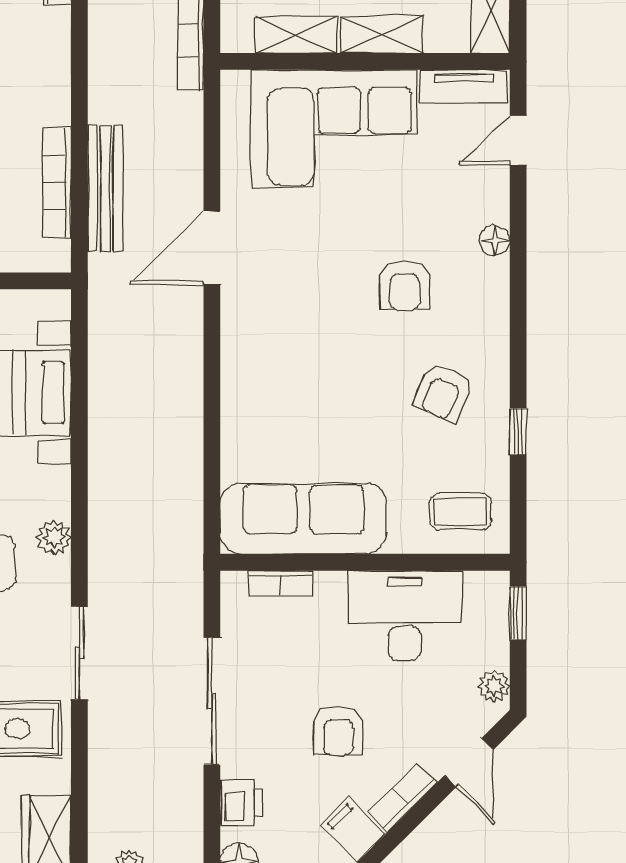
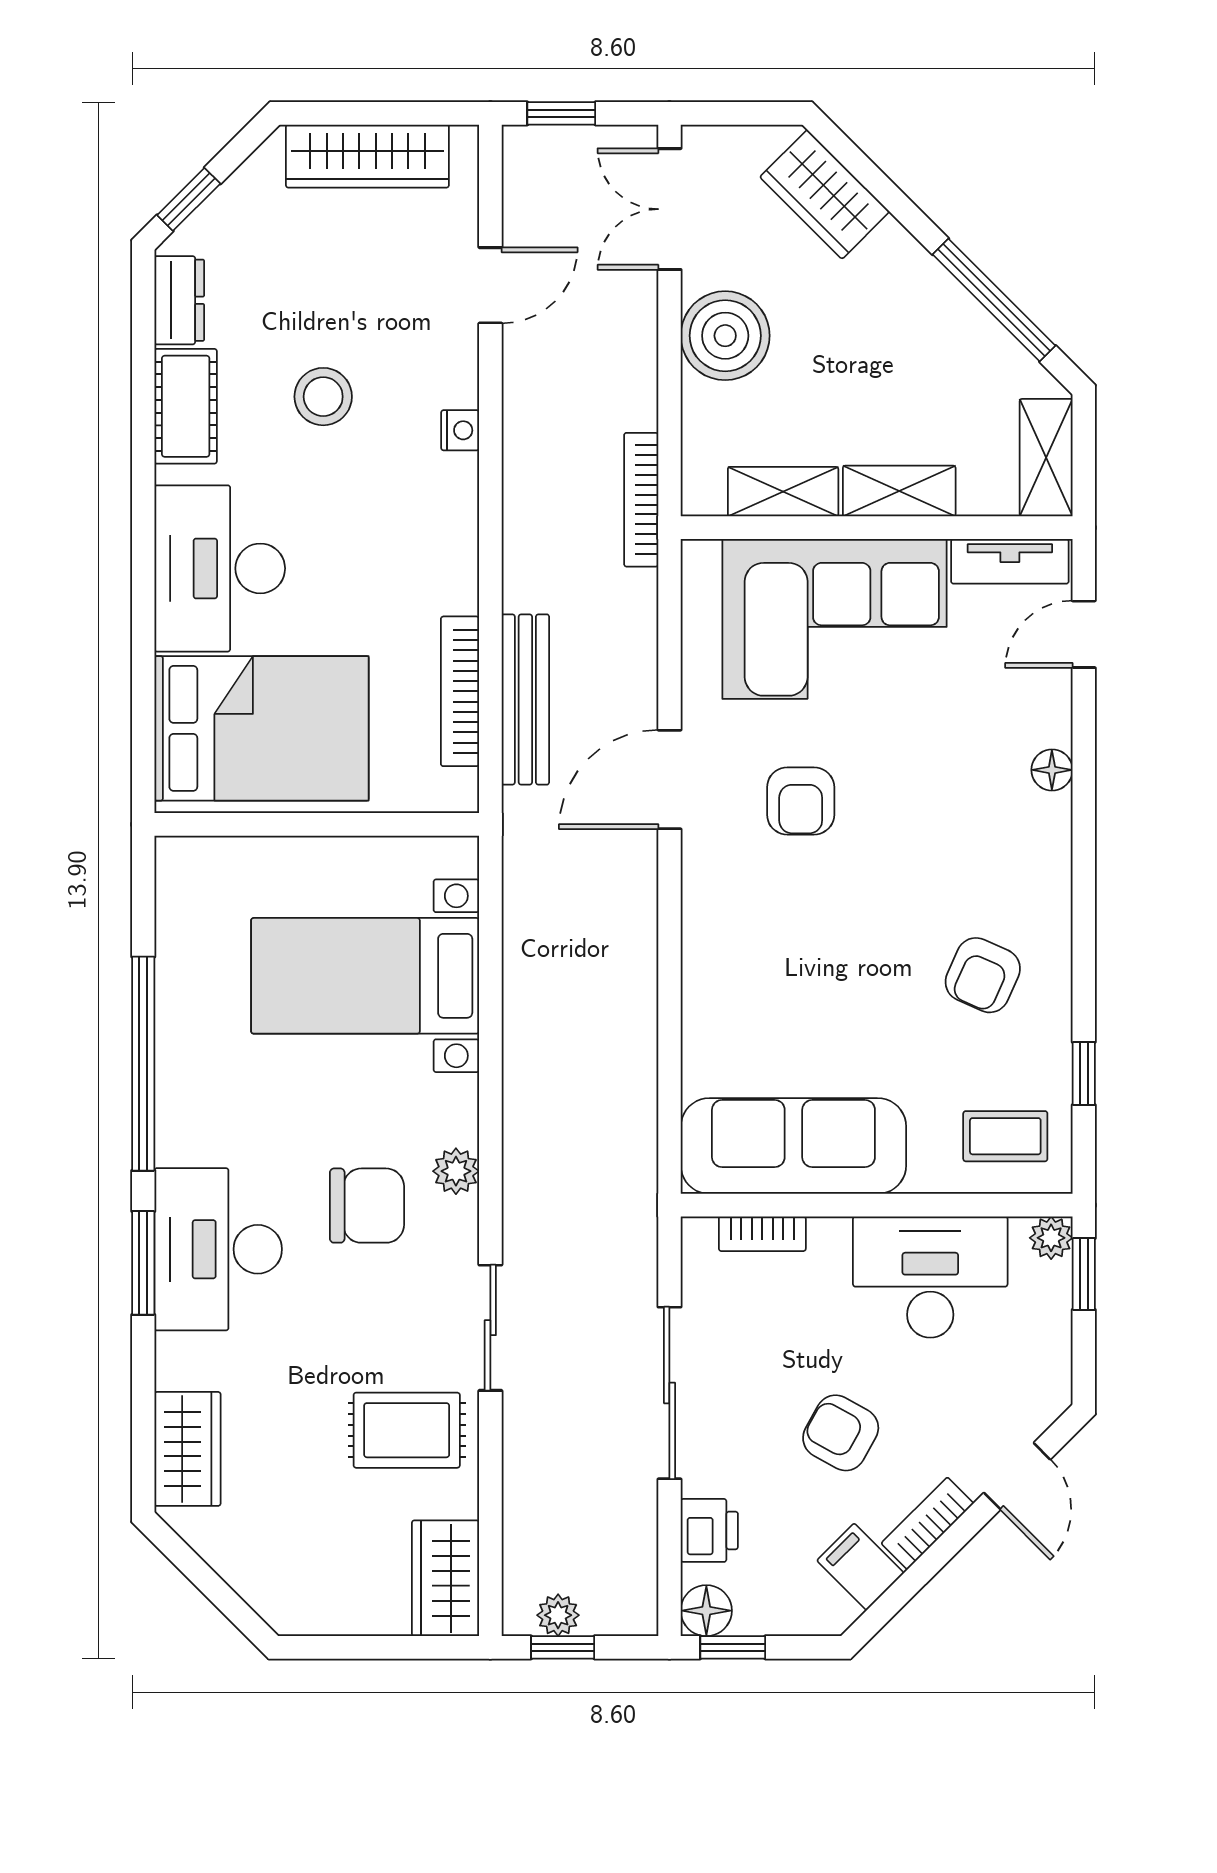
armchair: (405, 285) -> (801, 801), moved
window: (518, 431) -> (1084, 1074), moved
plant: (494, 686) -> (1051, 1238), moved
armchair: (338, 731) -> (841, 1433), turned 119

